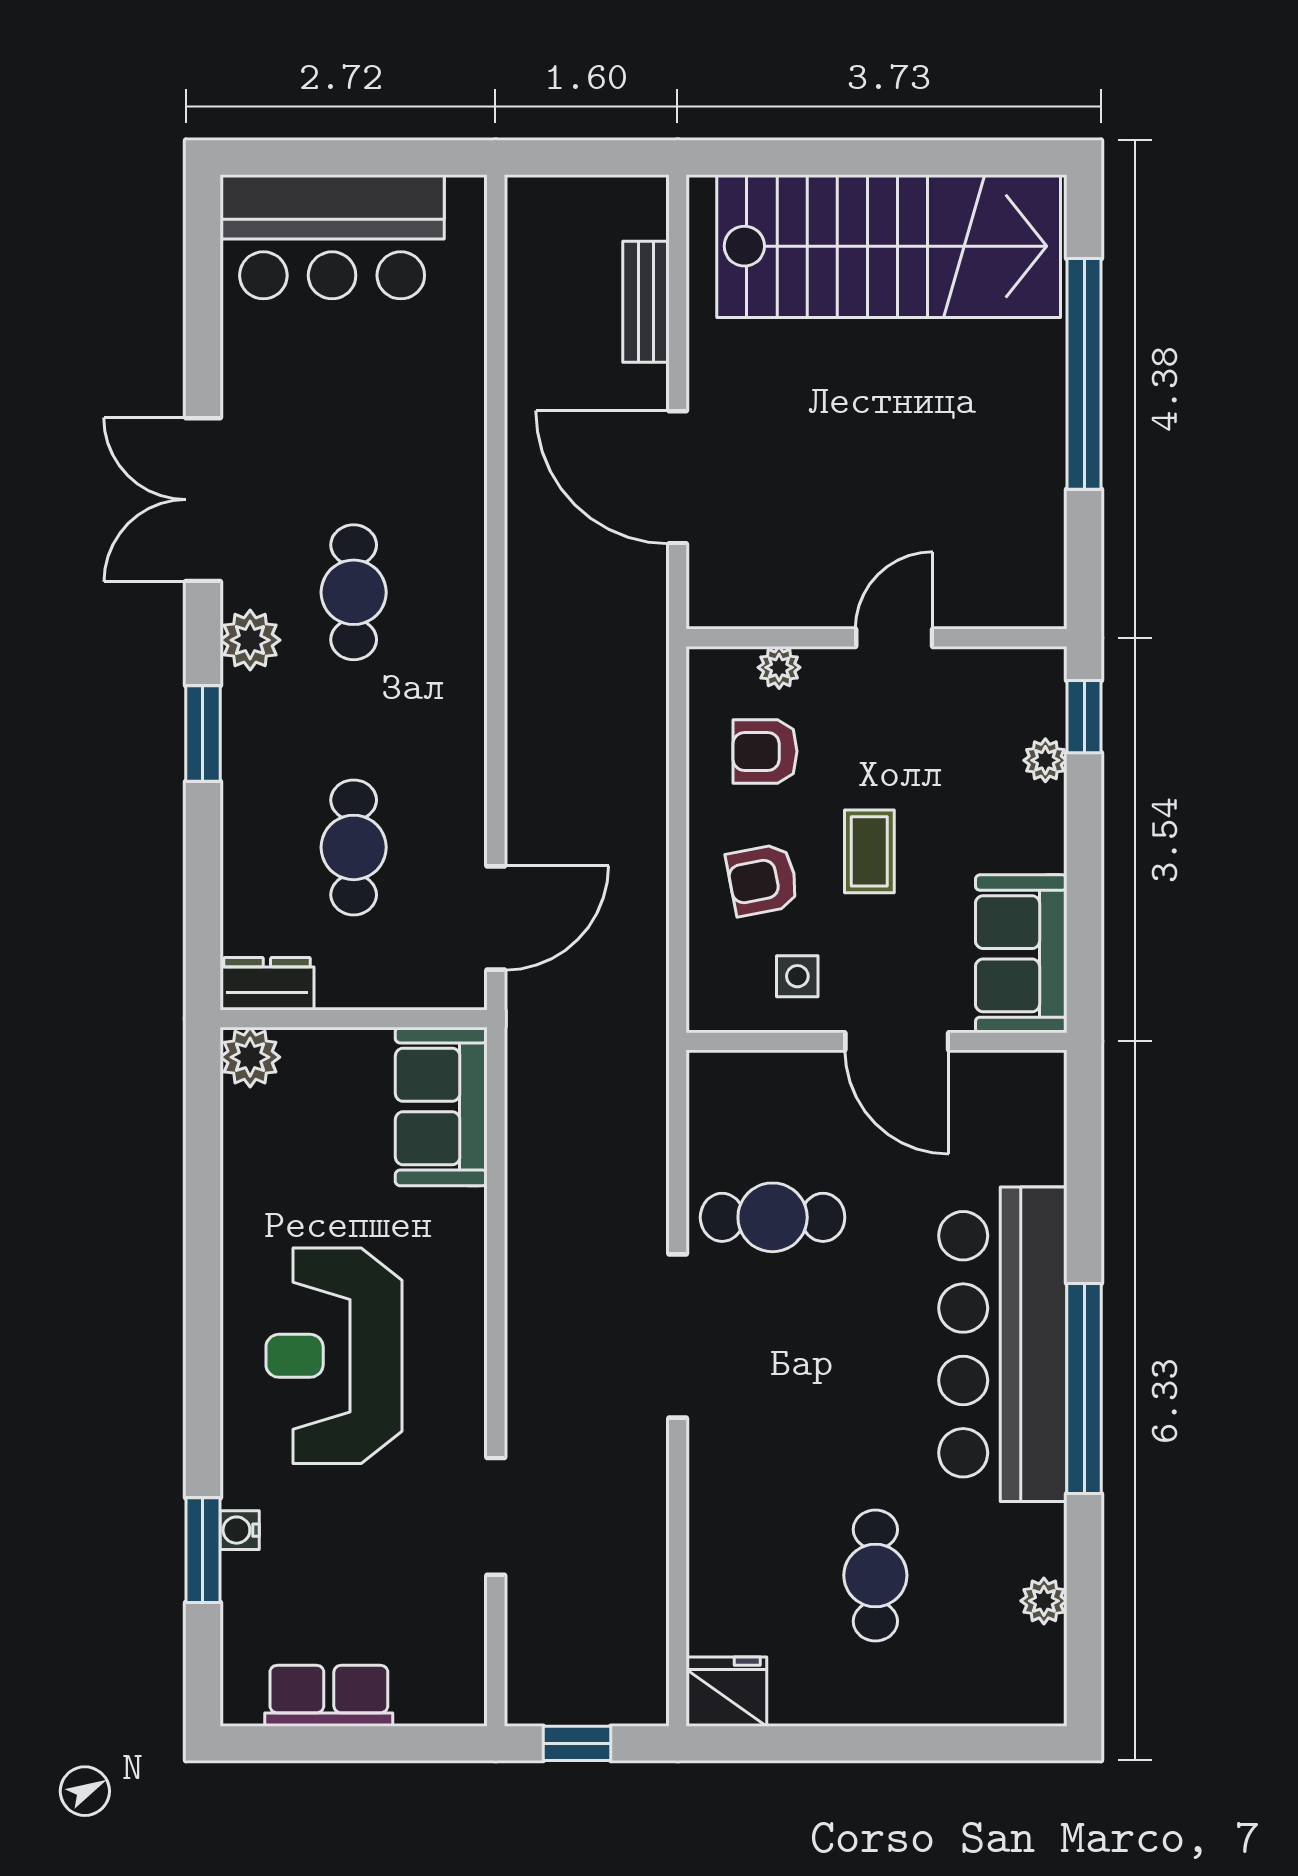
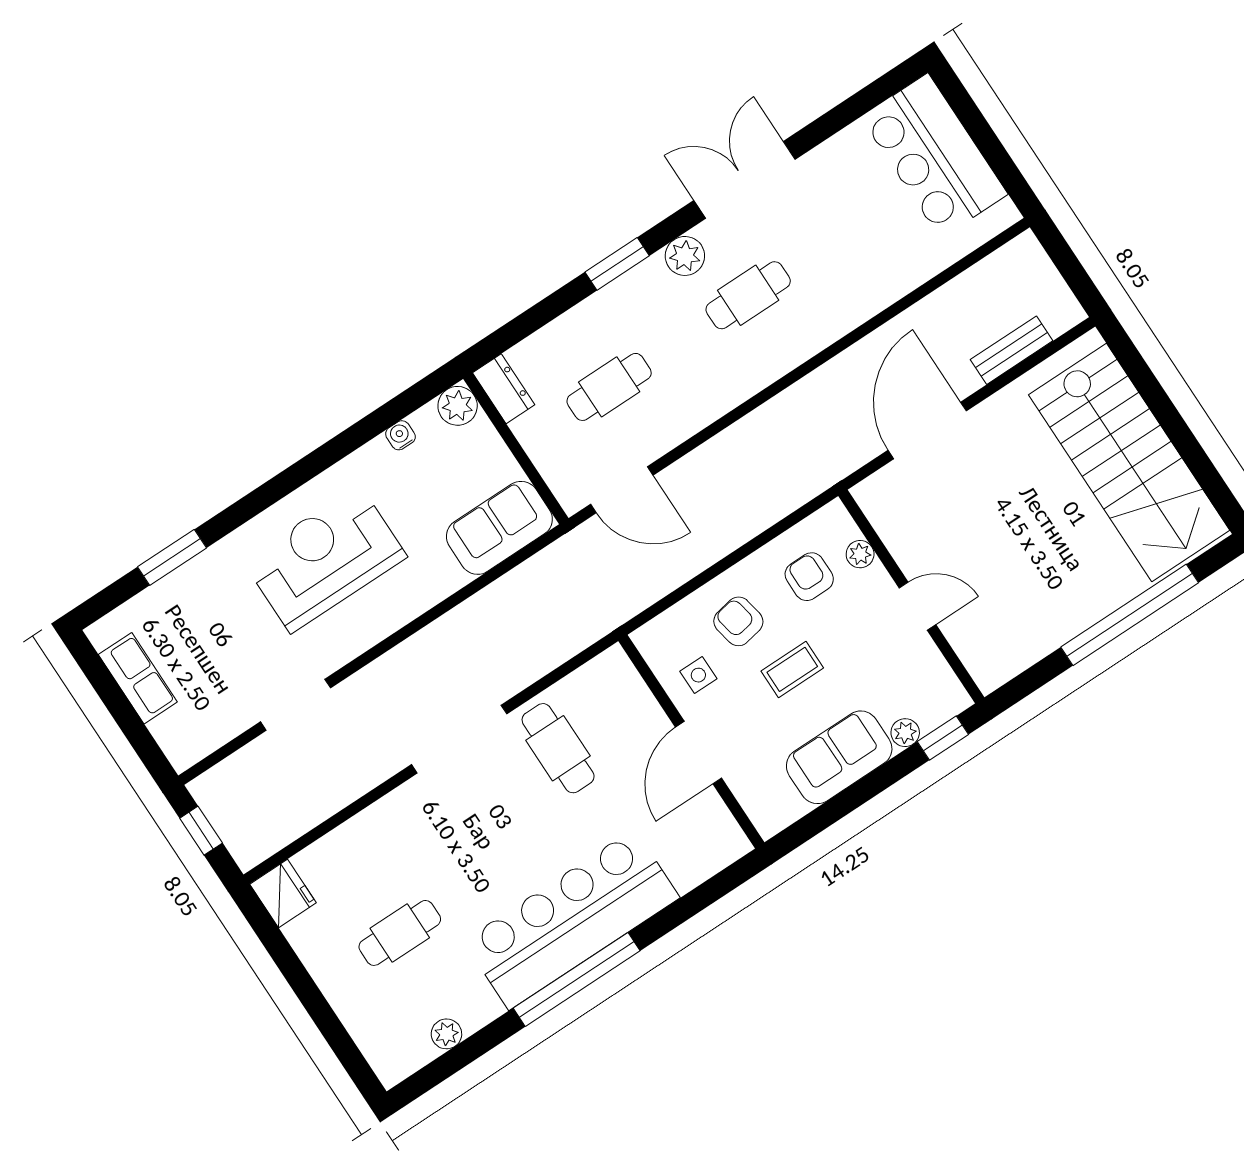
sofa: (1021, 954) -> (839, 757), moved
water cooler: (240, 1530) -> (400, 435), moved

